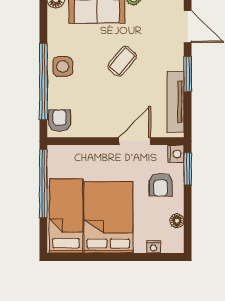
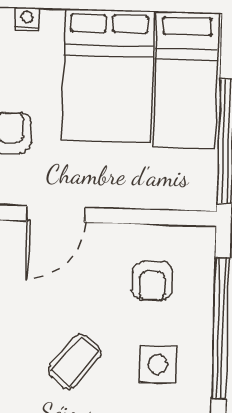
side table: (63, 66) -> (158, 365), moved
armchair: (60, 121) -> (152, 281), moved

